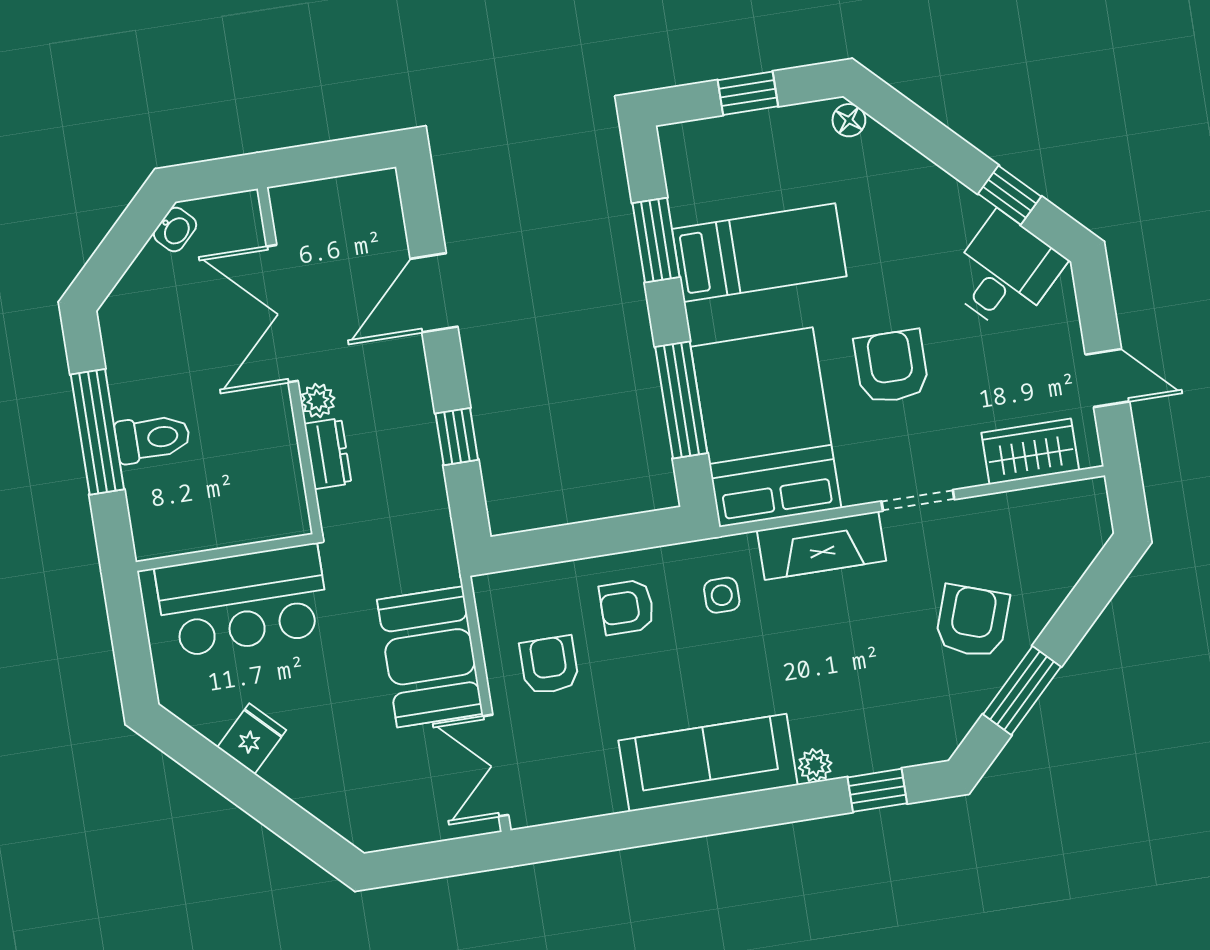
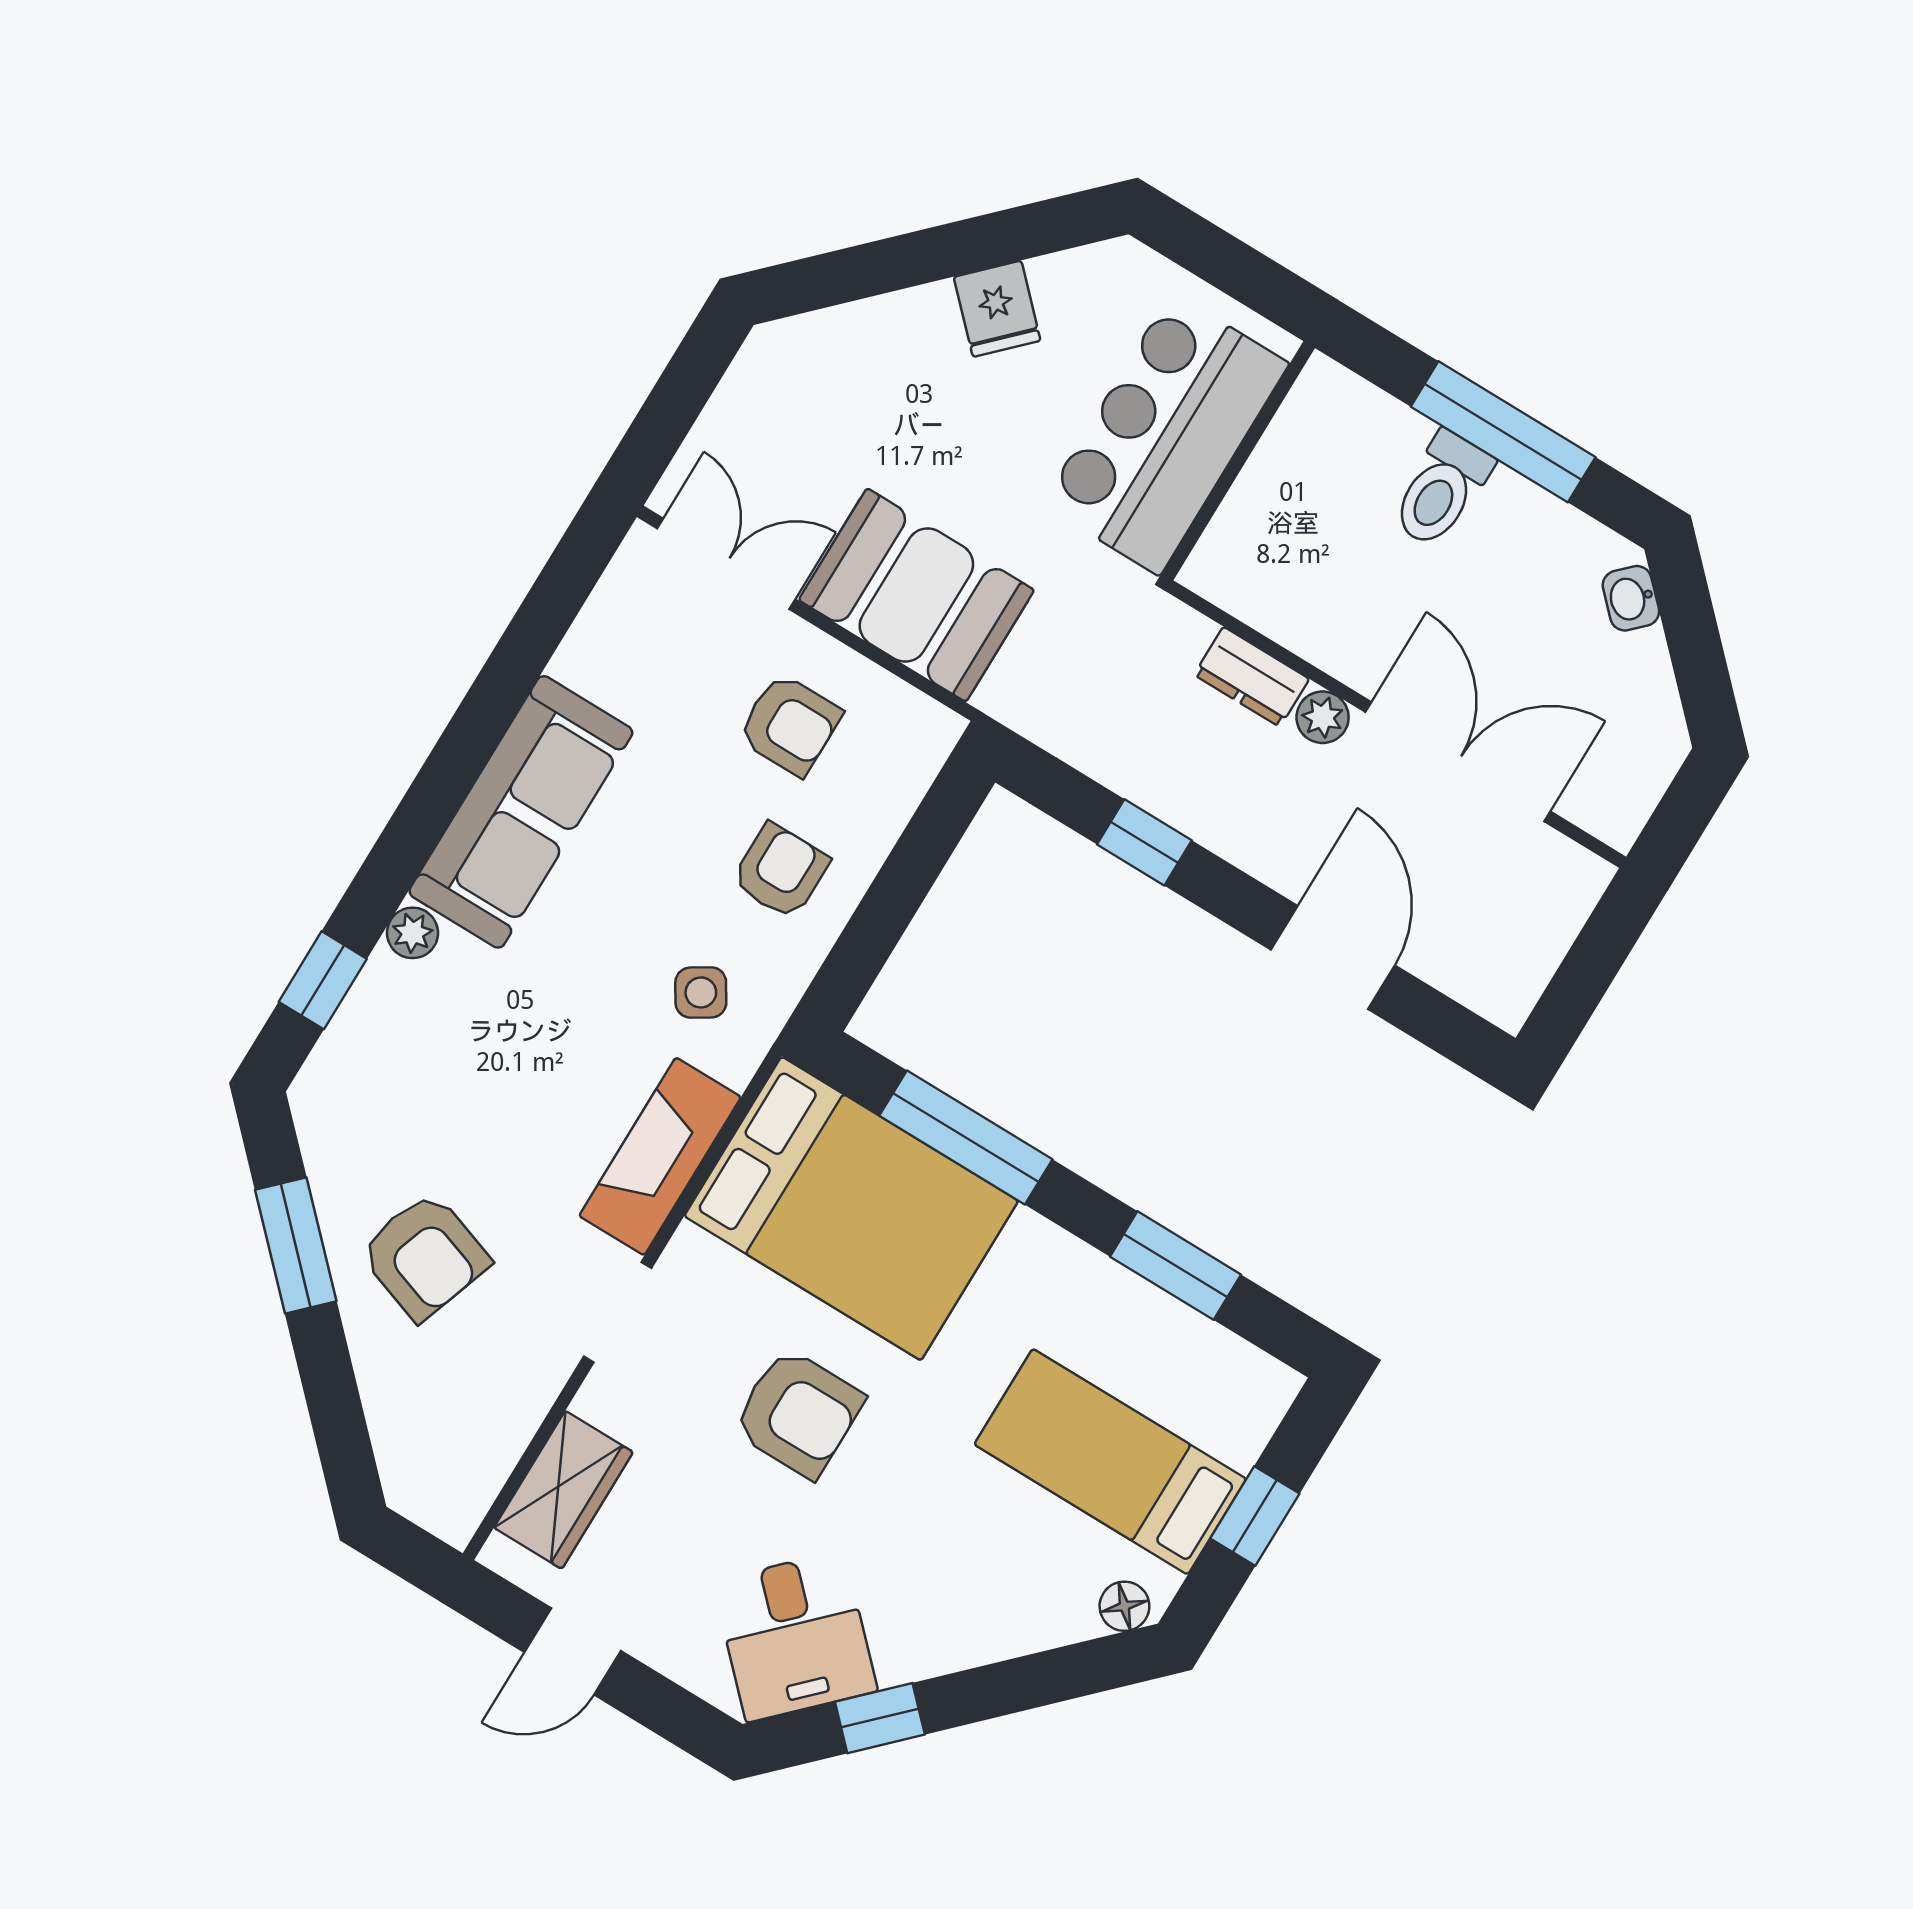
washbasin: (175, 230) -> (1631, 598), moved
bed: (759, 253) -> (1110, 1462), moved, turned 90
side table: (722, 595) -> (701, 992), turned -32

